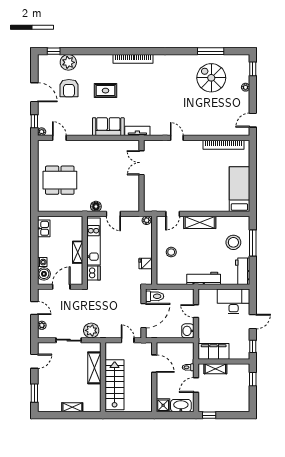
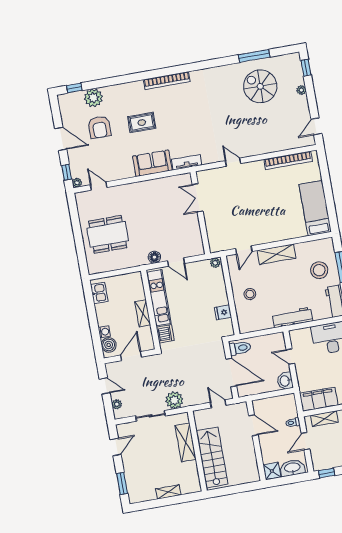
door: (144, 316) -> (231, 372), hinge flipped

